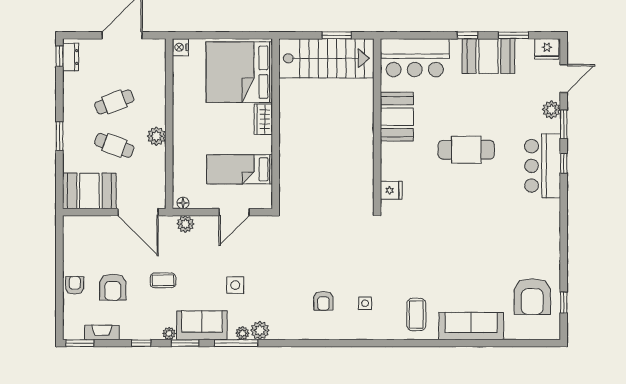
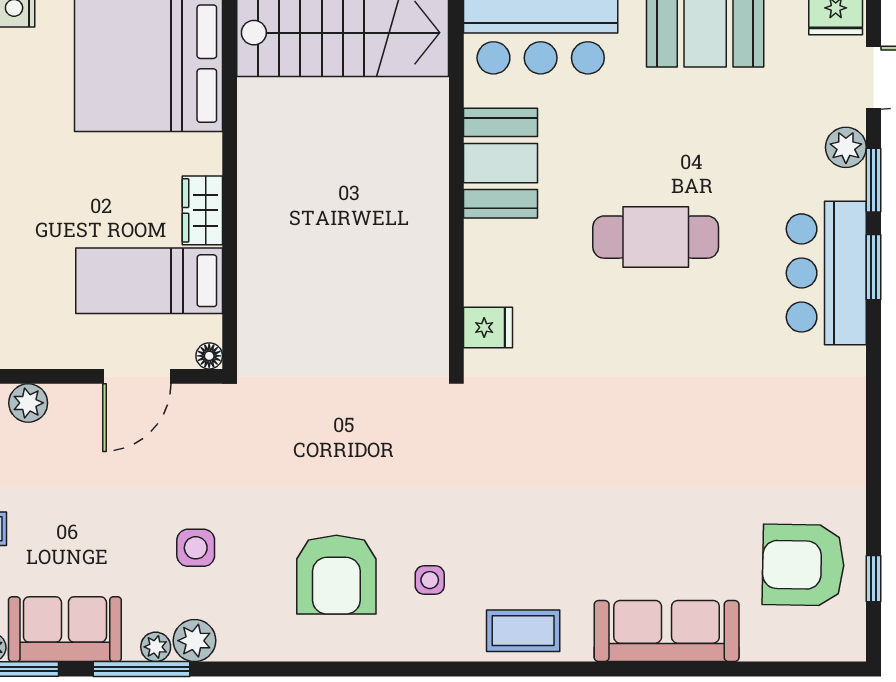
wardrobe: (263, 119) -> (202, 210), moved
window: (564, 163) -> (873, 267), width x1.50
floor lamp: (183, 203) -> (209, 356), moved
side table: (235, 285) -> (196, 548), moved
armchair: (532, 297) -> (803, 565), turned 91
armchair: (323, 301) -> (336, 575), width x1.88, depth x1.88
coffee table: (416, 314) -> (523, 631), moved, turned 90

